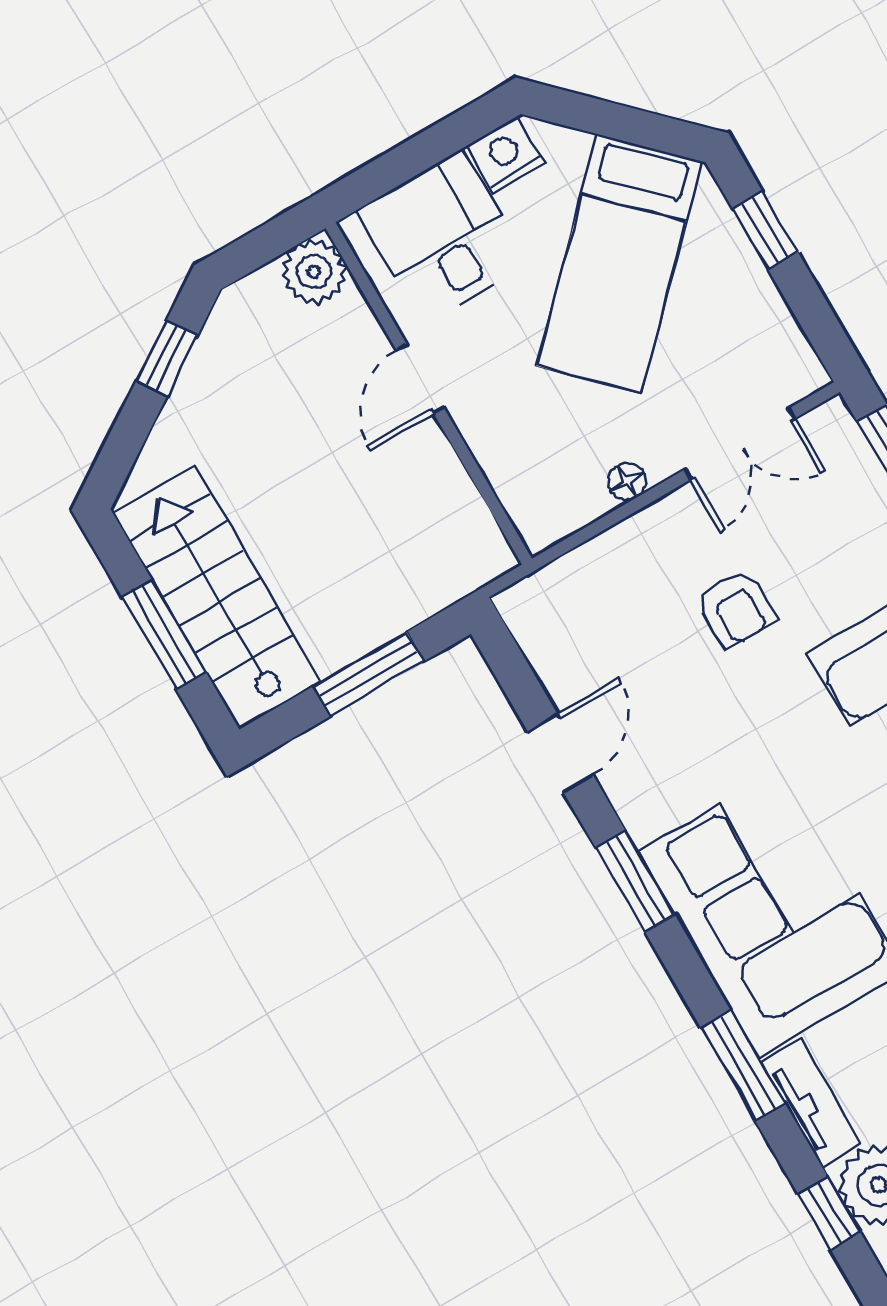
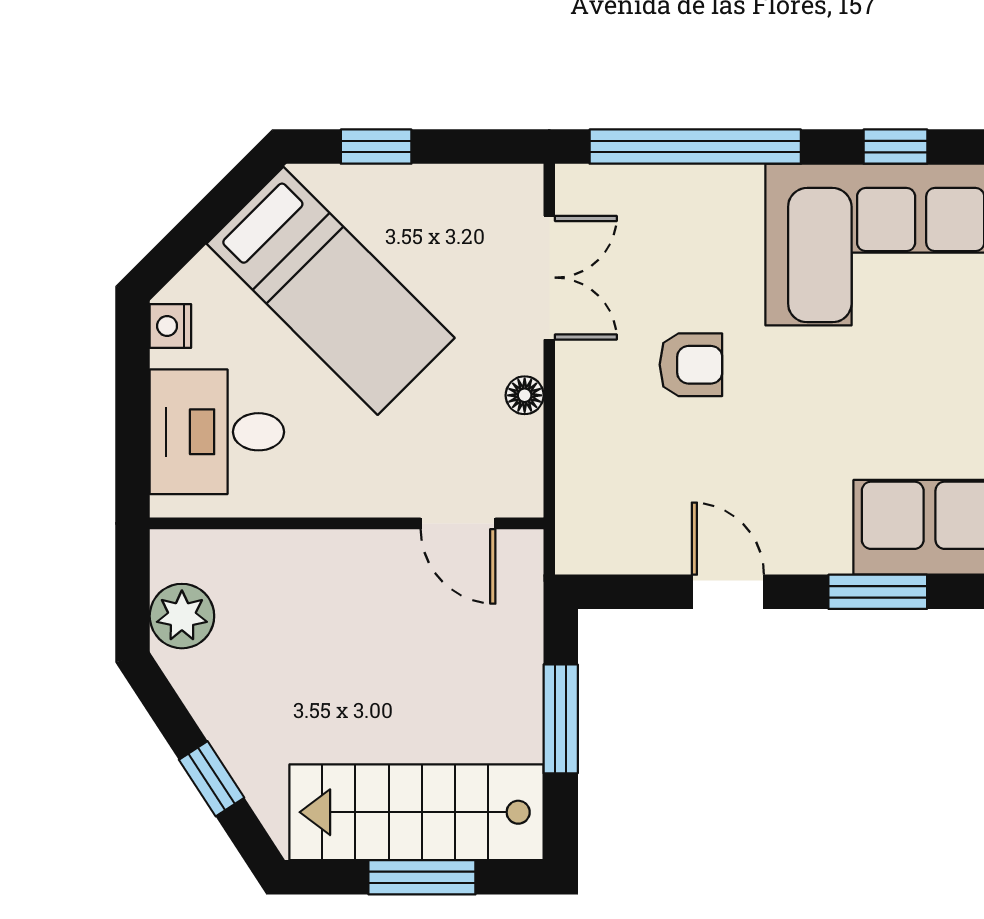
nightstand: (506, 155) -> (170, 326), width x0.72, depth x0.74
plant: (314, 272) -> (182, 616), moved
window: (167, 358) -> (212, 779), moved
door: (420, 378) -> (458, 523), moved

